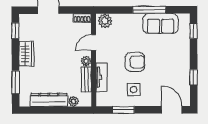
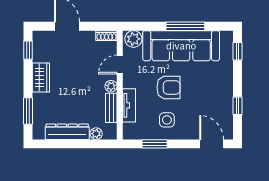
sofa: (161, 24) -> (181, 46), width x1.85, depth x1.27

